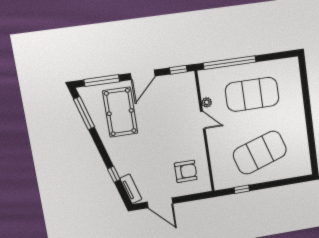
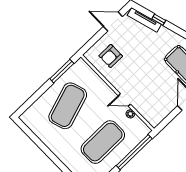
window: (178, 70) -> (165, 122), removed
tv unit: (131, 189) -> (144, 20), width x1.41
window: (242, 189) -> (62, 71), width x2.17

